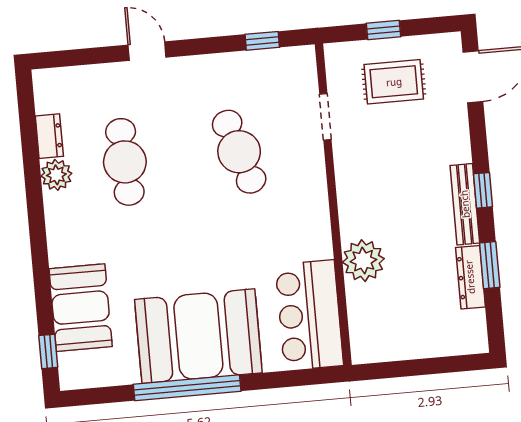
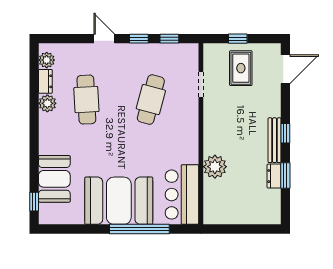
window: (208, 46) -> (139, 39), added
rug: (394, 82) -> (241, 68), turned 90
plant: (48, 98) -> (47, 60), added
cafe table: (239, 152) -> (151, 100), turned 33
dresser: (470, 277) -> (274, 176), width x0.70
window: (187, 388) -> (139, 229), moved

